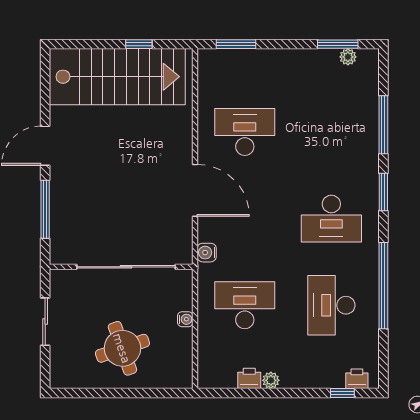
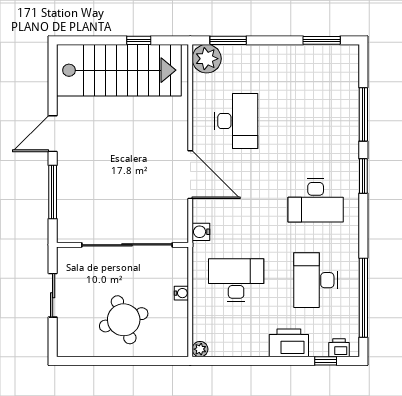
plant: (348, 57) -> (207, 59), moved, width x1.88, depth x1.88
desk: (245, 132) -> (236, 121), turned 90
window: (383, 286) -> (363, 298), moved
printer: (249, 378) -> (289, 343), moved, width x1.87, depth x1.48
plant: (271, 380) -> (200, 349), moved

